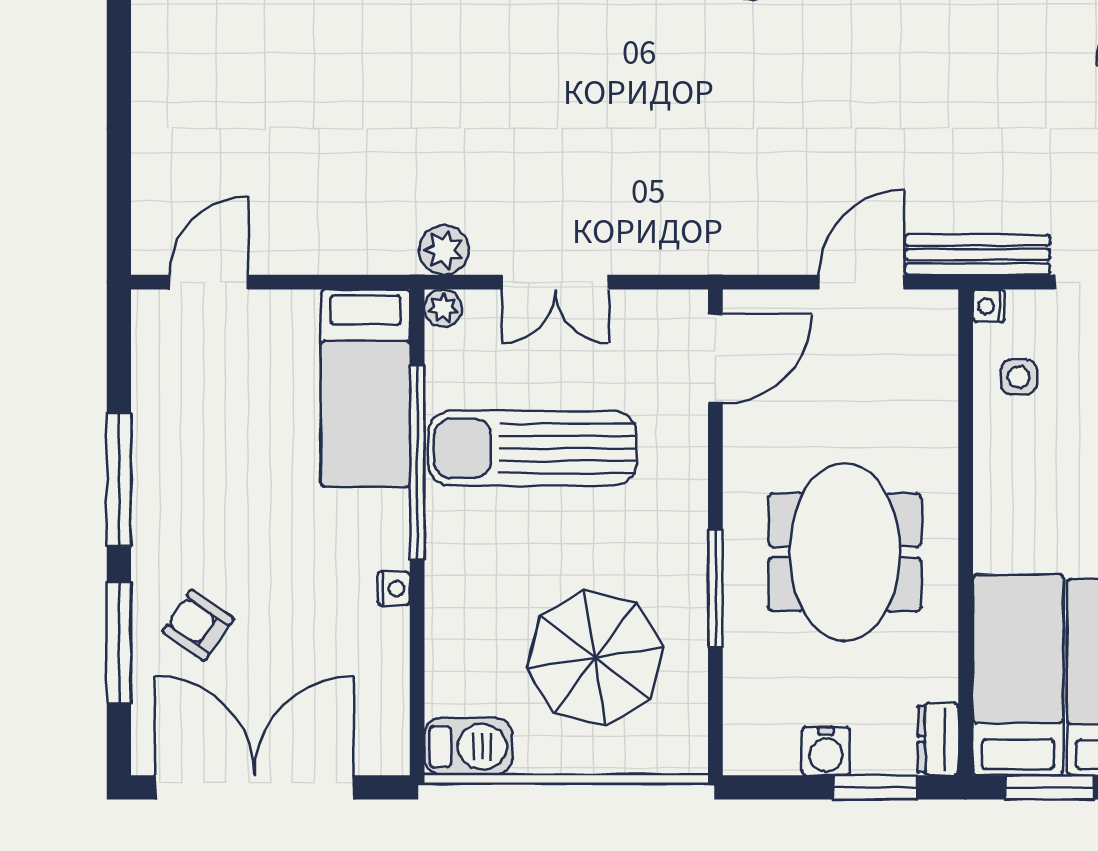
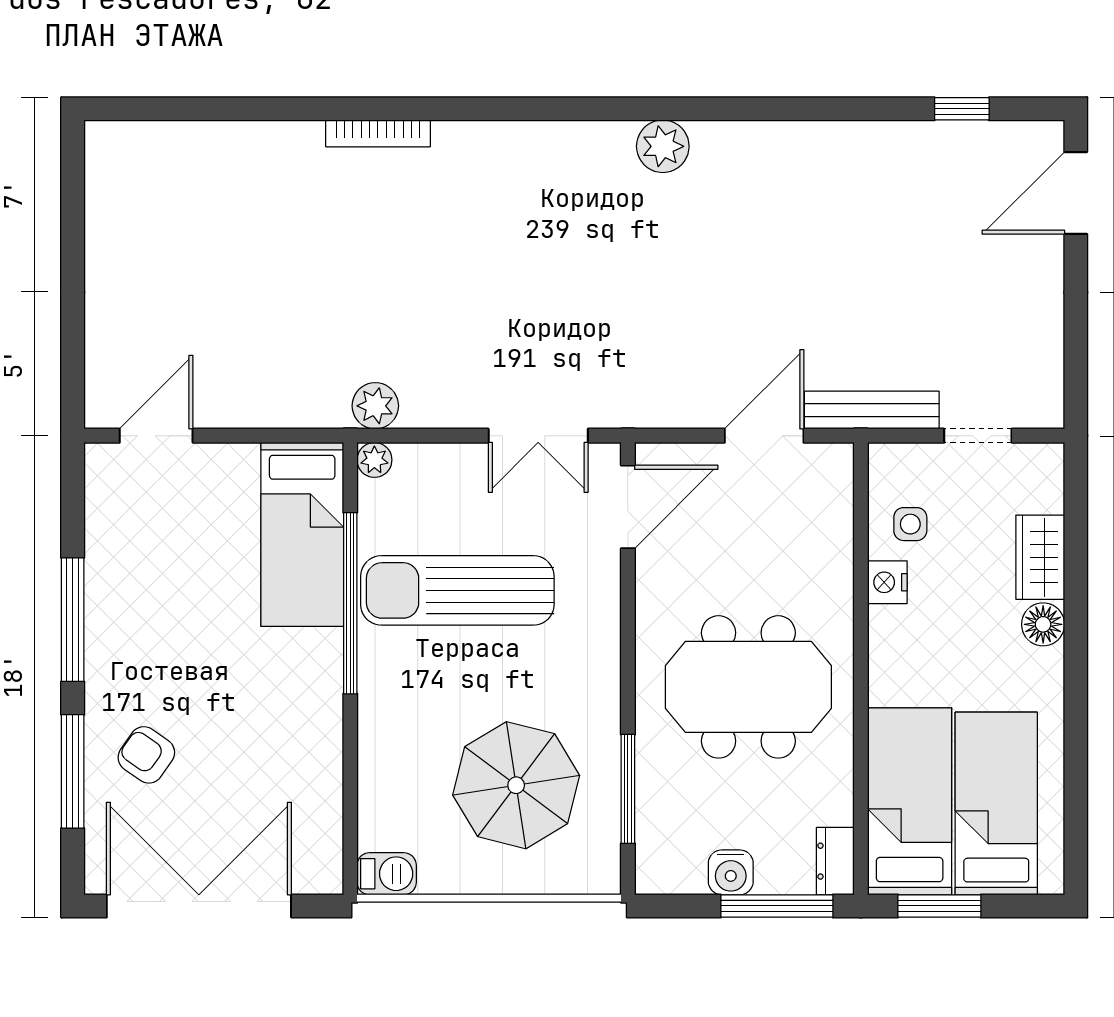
double door: (555, 282) -> (538, 436), moved
nightstand: (989, 306) -> (887, 582), moved, width x1.39, depth x1.35
meeting table: (845, 552) -> (748, 687), turned 90
window: (715, 588) -> (628, 789), moved
nightstand: (394, 589) -> (329, 721), removed
barbecue: (468, 747) -> (387, 874), width x0.73, depth x0.79
window: (875, 787) -> (777, 906), width x1.44

